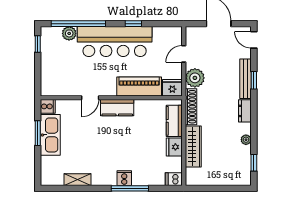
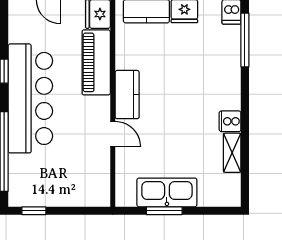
plant: (69, 33) -> (18, 165), removed
cooker: (48, 106) -> (125, 196), removed
cooker: (124, 178) -> (230, 121), moved
window: (130, 188) -> (245, 40), moved

